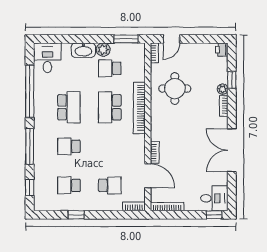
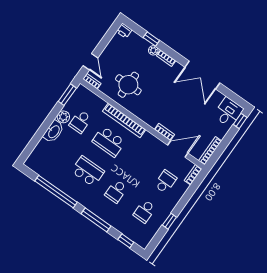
desk: (47, 58) -> (41, 162), removed

